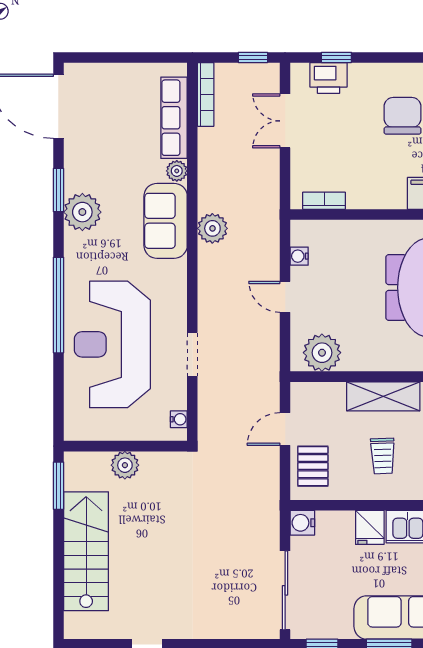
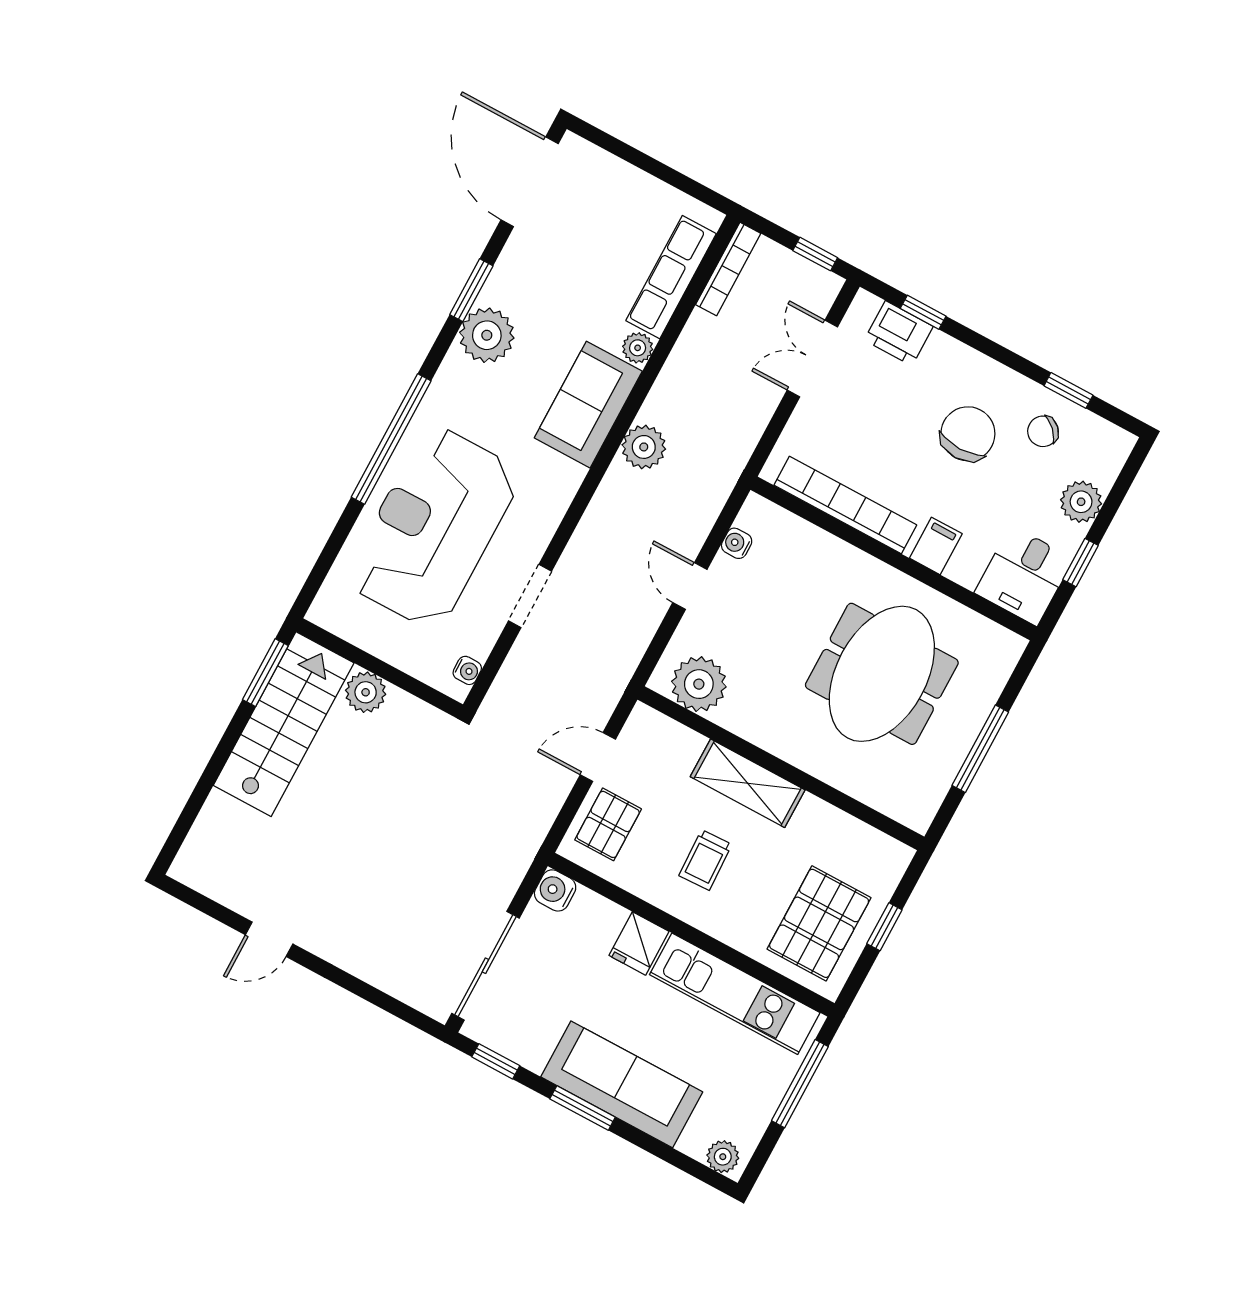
bookcase: (324, 201) -> (845, 505), width x2.31, depth x1.31
stairs: (86, 551) -> (284, 724), moved

